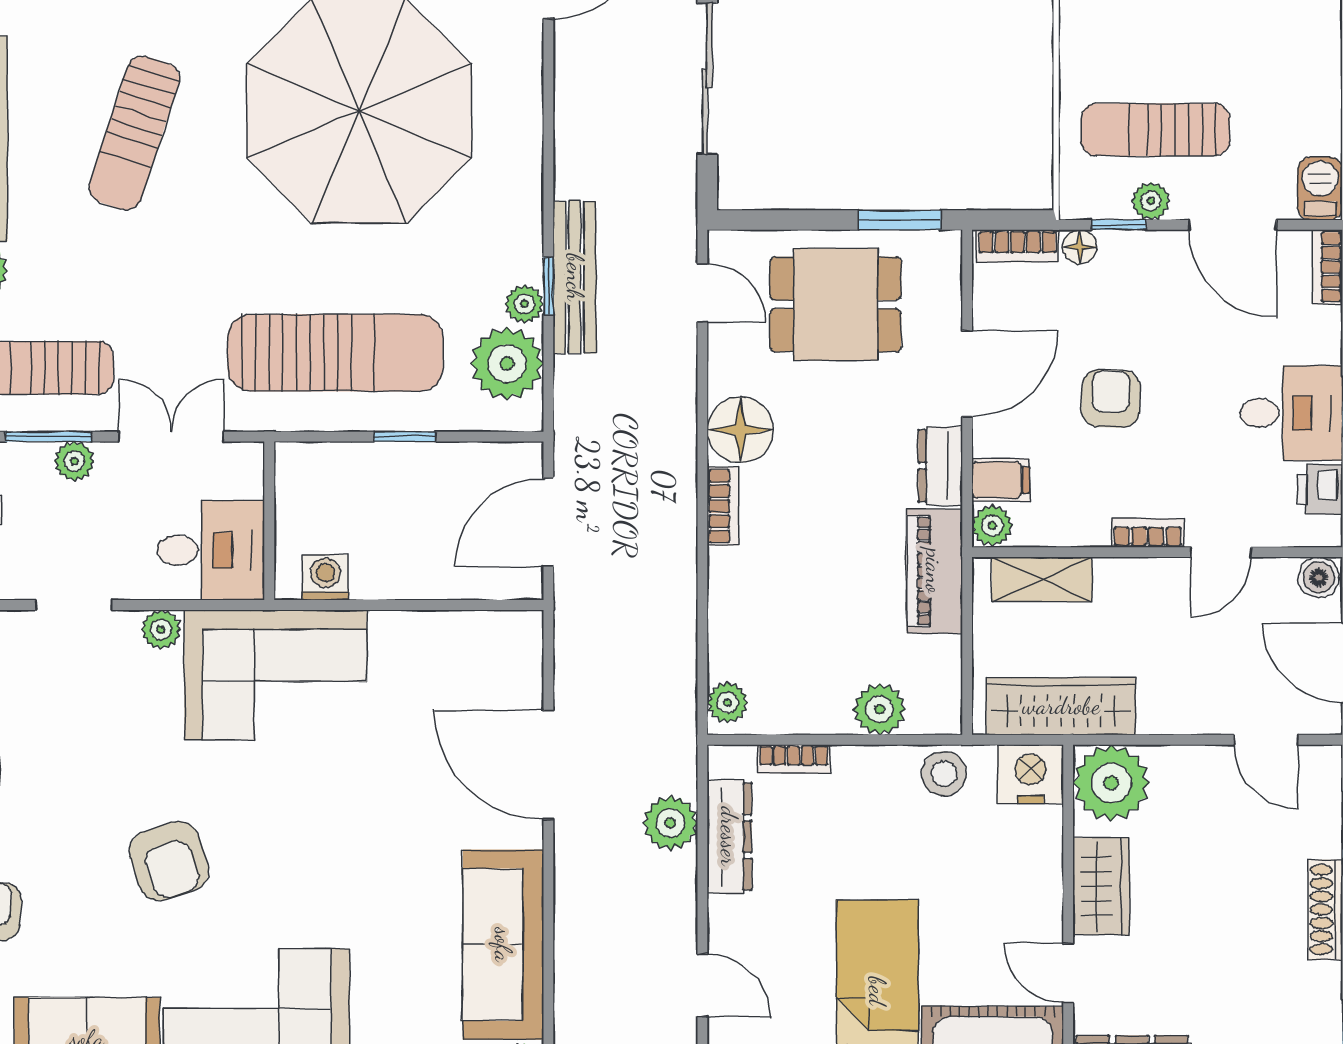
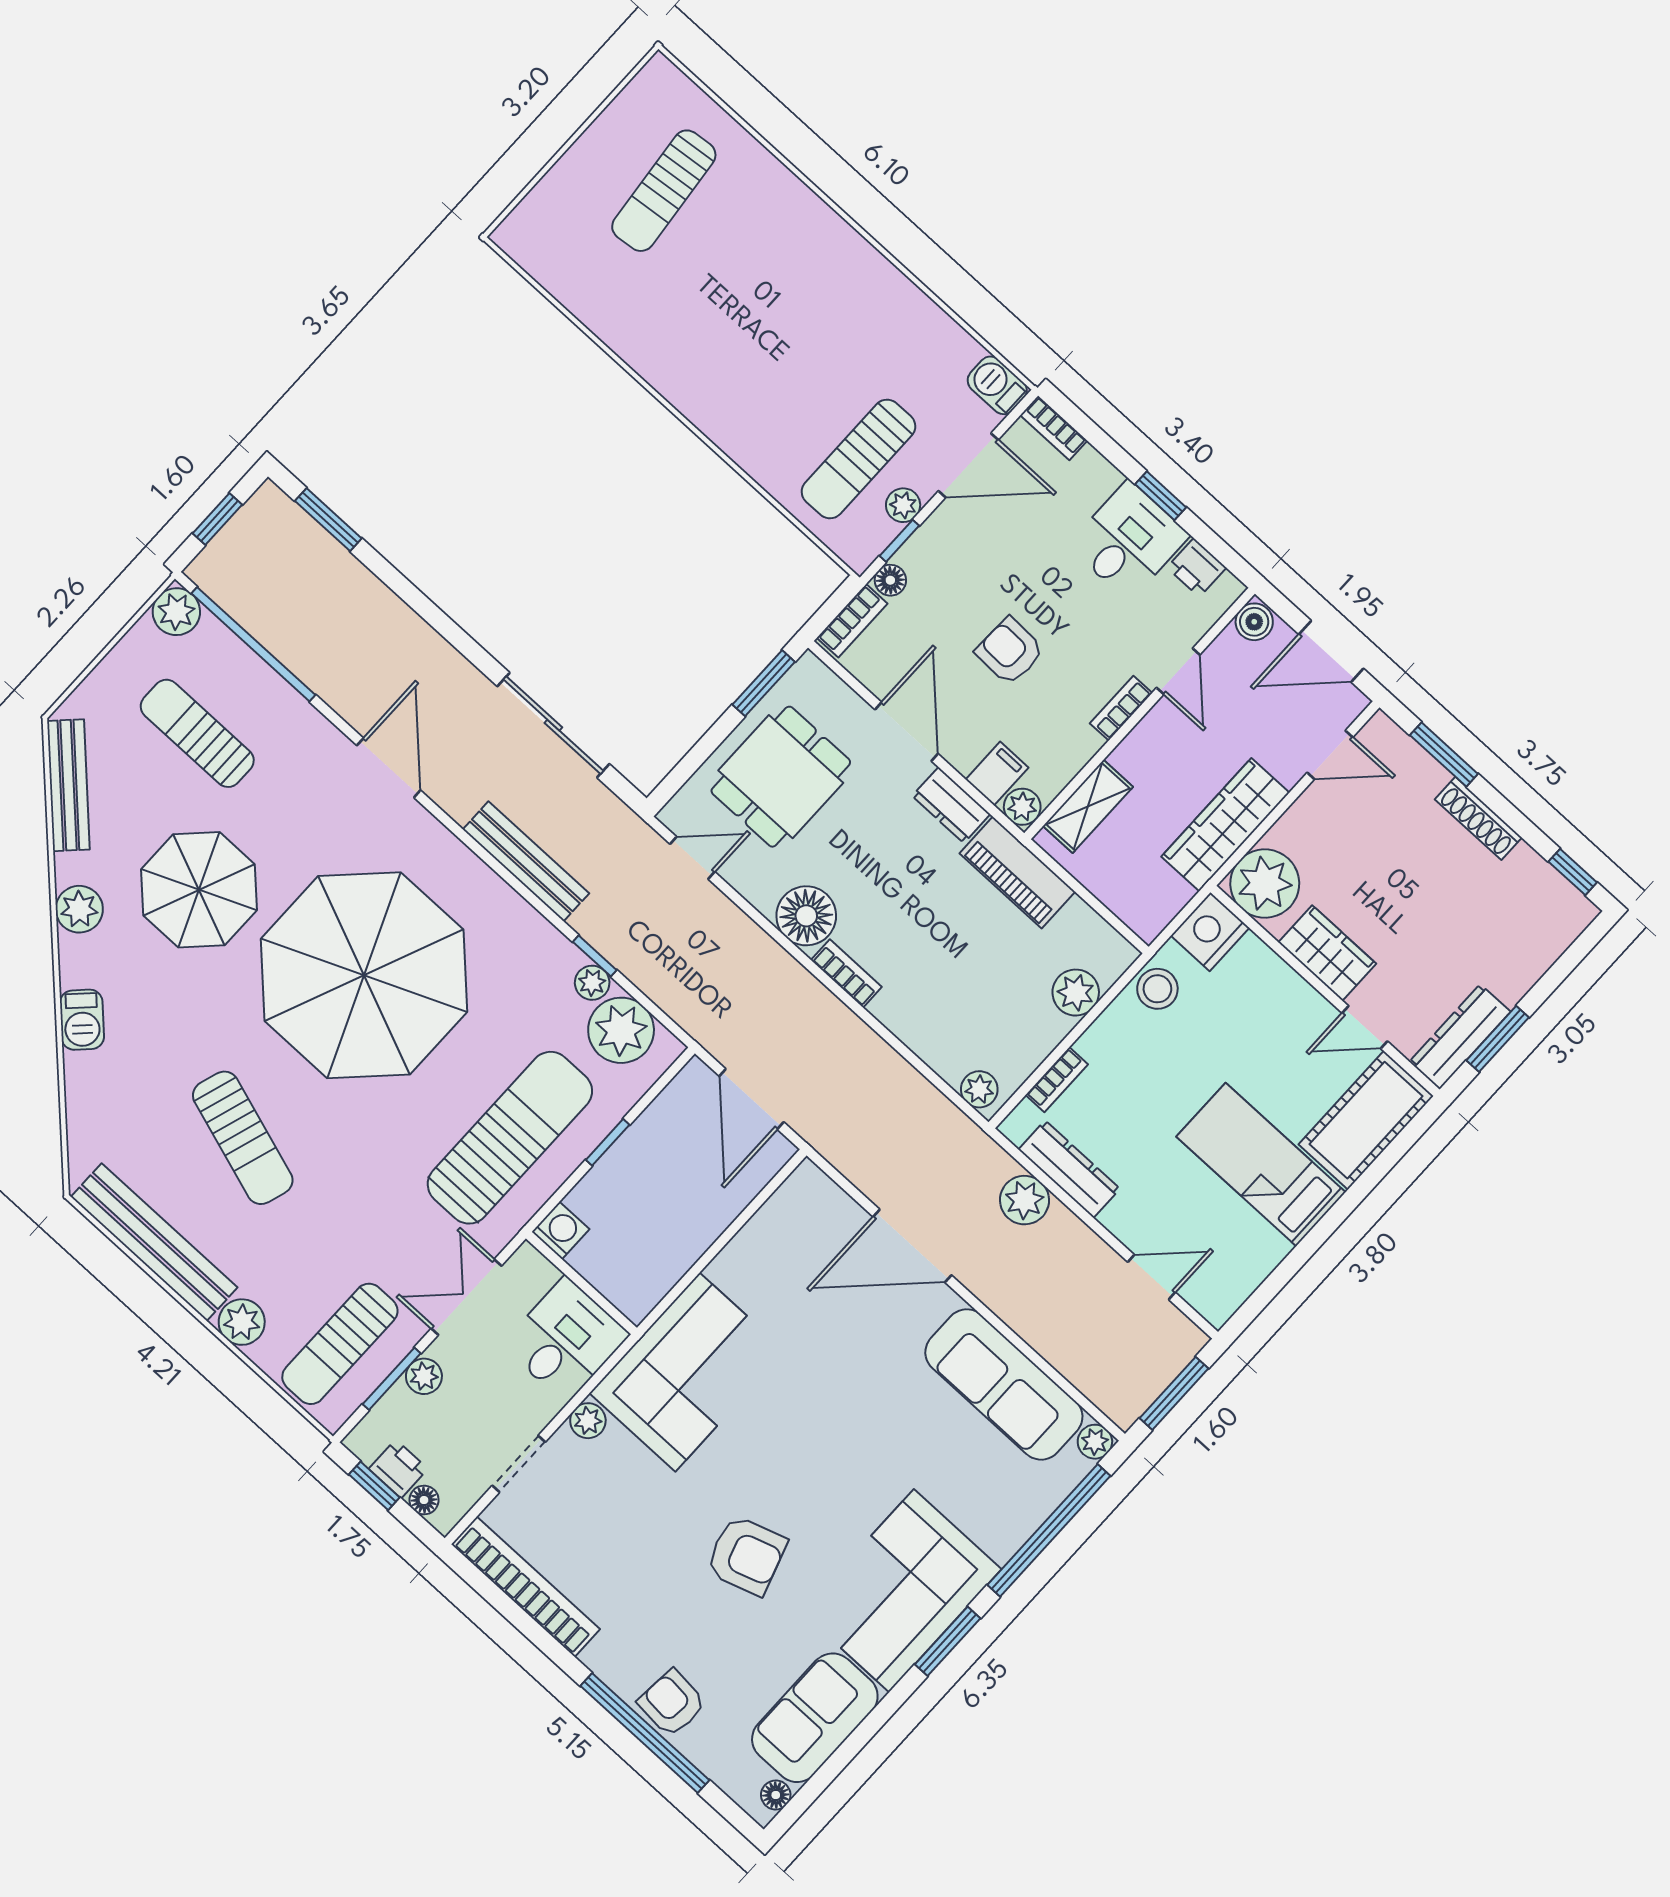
bench: (575, 277) -> (526, 861), moved
washing machine: (325, 577) -> (561, 1231), moved, turned 90
wardrobe: (1061, 706) -> (1225, 825), moved

